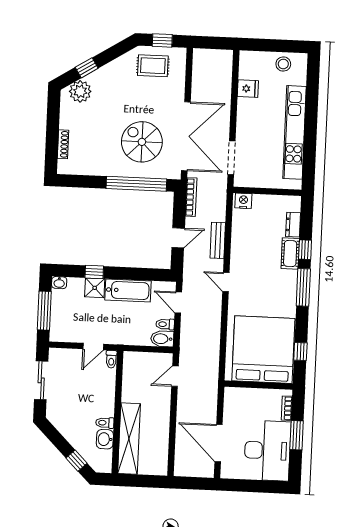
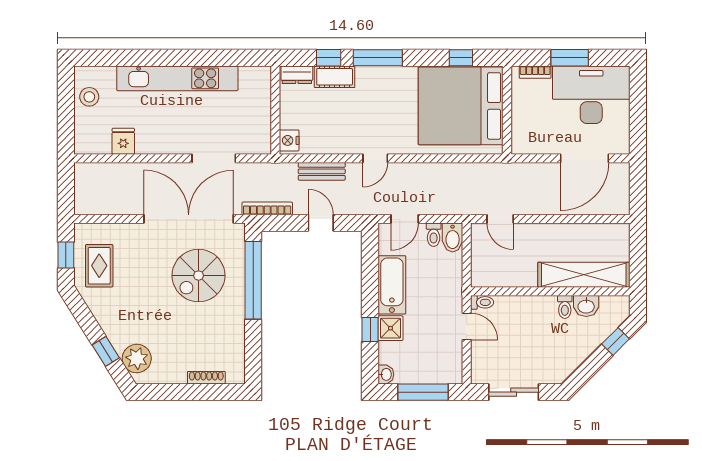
wall: (267, 191) -> (275, 110), moved
nightstand: (243, 201) -> (289, 140), moved

